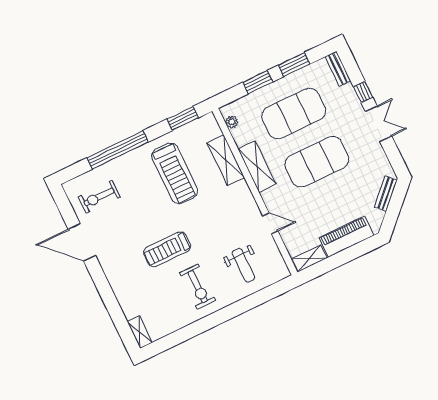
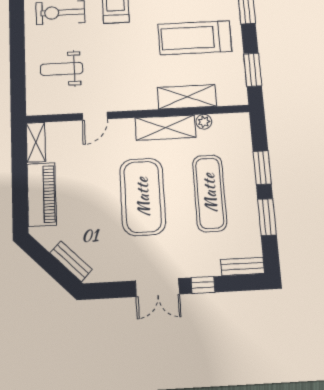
exercise mat: (294, 114) -> (210, 193), width x0.68
plant: (232, 122) -> (204, 122), moved

